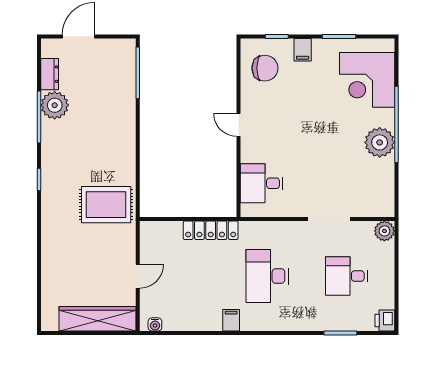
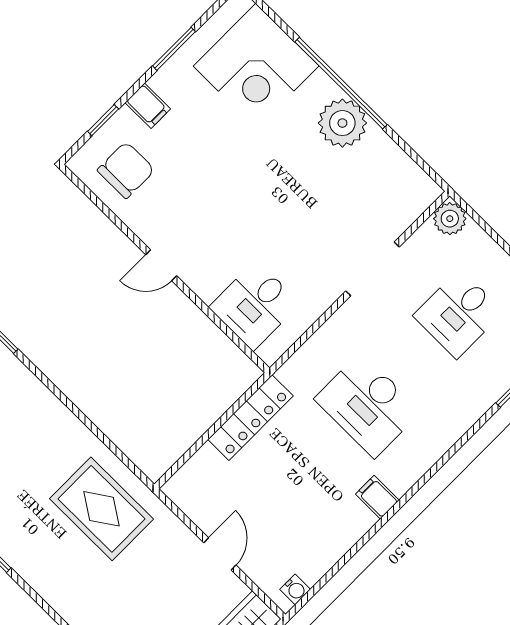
rug: (106, 205) -> (101, 509), turned 90

